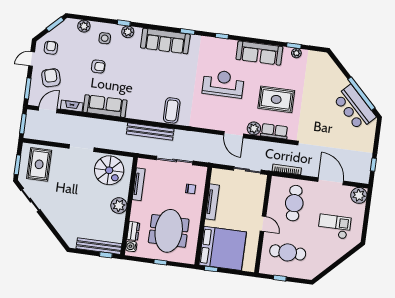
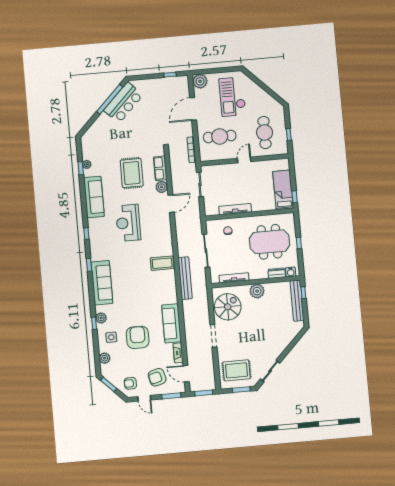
armchair: (98, 66) -> (138, 337), width x1.88, depth x1.88
checkout: (334, 227) -> (232, 97), width x1.36, depth x1.21
bed: (223, 248) -> (283, 190), width x0.49

